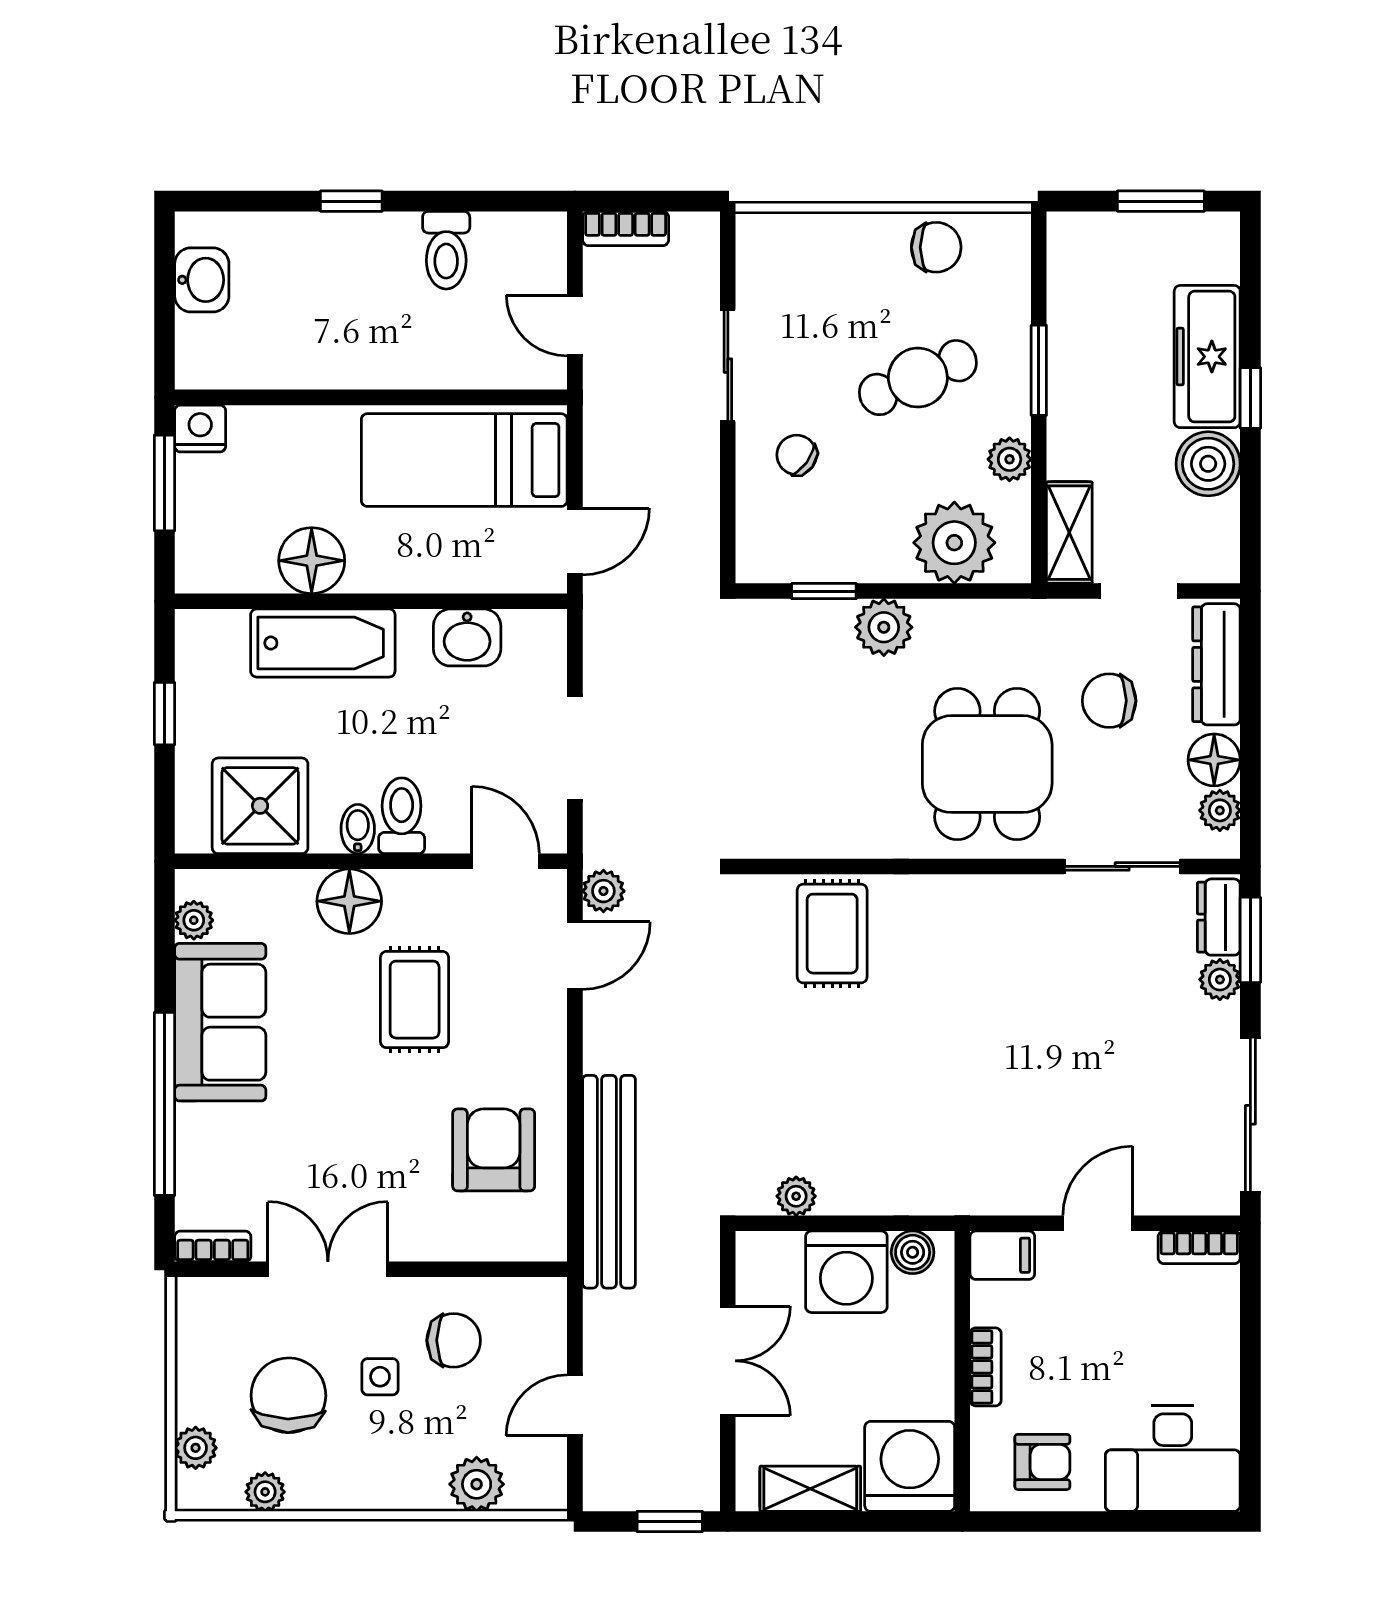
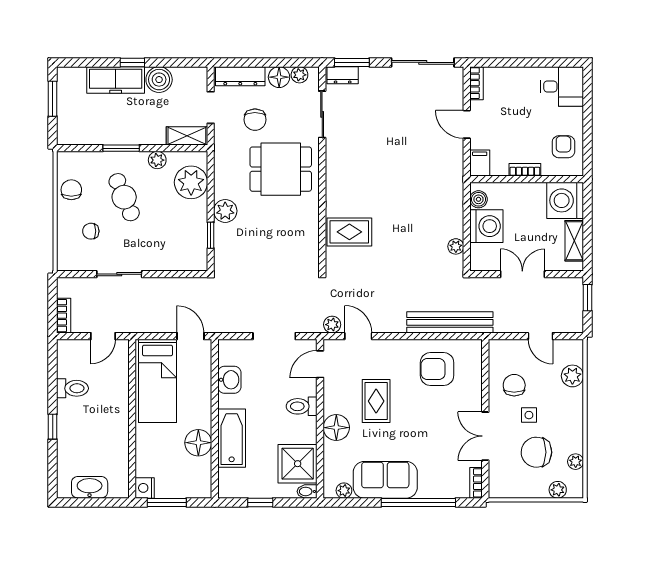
washbasin: (202, 280) -> (90, 487), width x1.38
chair: (797, 455) -> (91, 231), moved, turned 54
bidet: (358, 829) -> (307, 491), moved
plant: (1220, 980) -> (368, 75), removed
rug: (415, 1000) -> (376, 401), turned 90
desk: (1173, 1458) -> (562, 86), width x0.73

